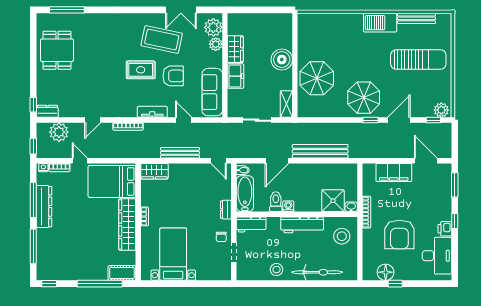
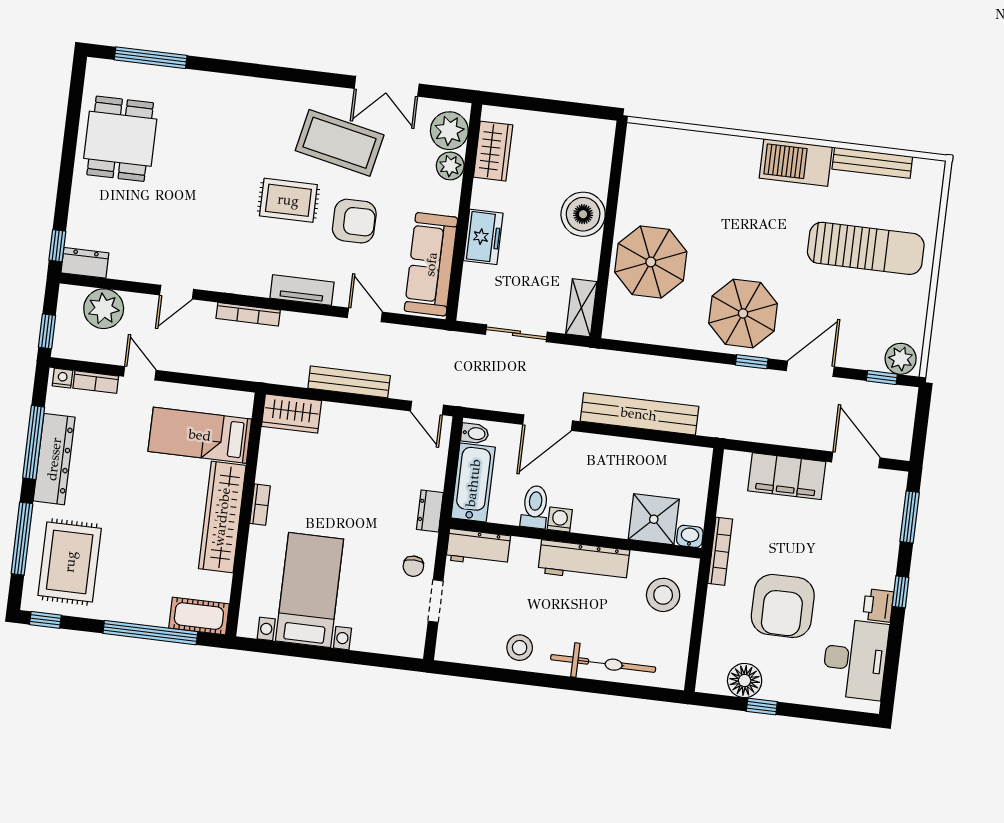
wardrobe: (235, 49) -> (493, 151), moved
bed: (112, 181) -> (200, 435), width x0.67
rug: (57, 255) -> (70, 562), added

